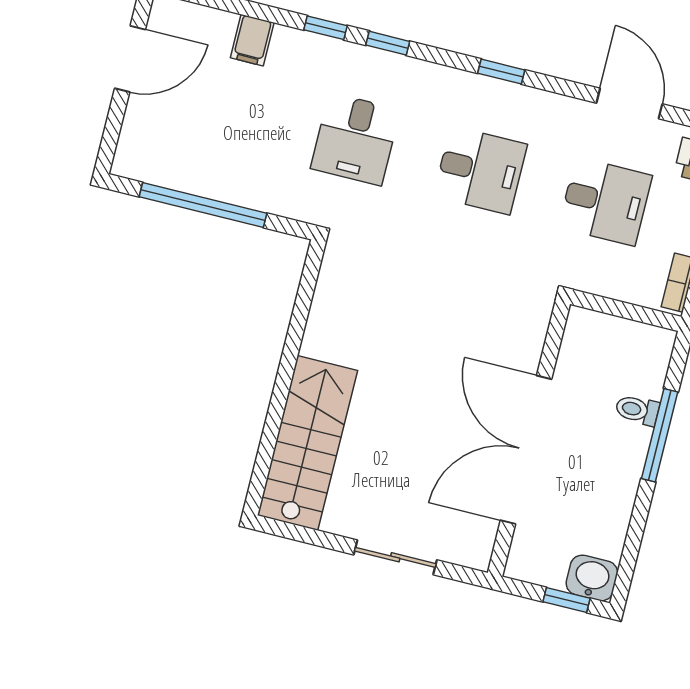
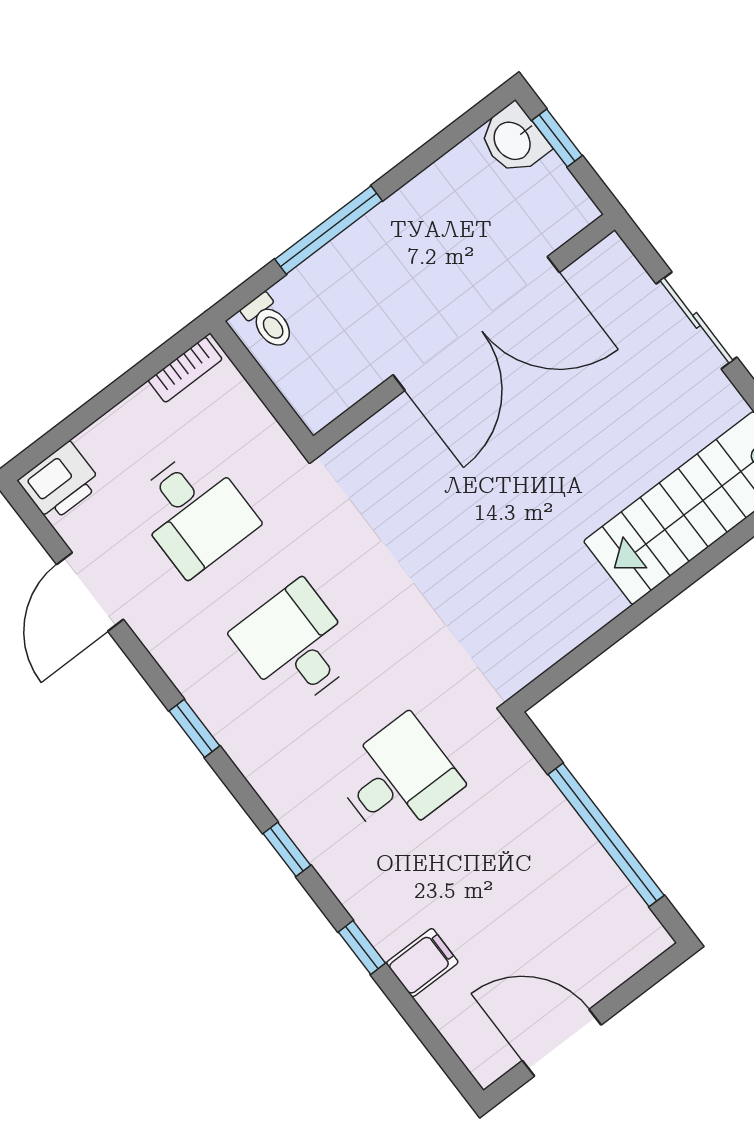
window: (325, 28) -> (362, 947), moved
desk: (605, 201) -> (194, 512), turned 180
toilet: (637, 410) -> (269, 322), moved

